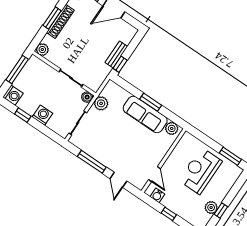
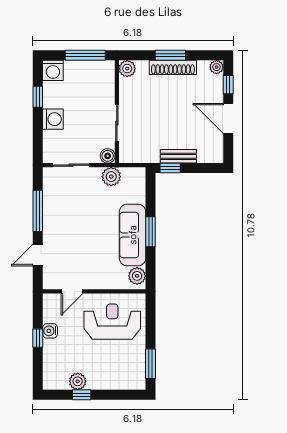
reception desk: (200, 171) -> (112, 322), moved
water cooler: (157, 195) -> (50, 331), moved

